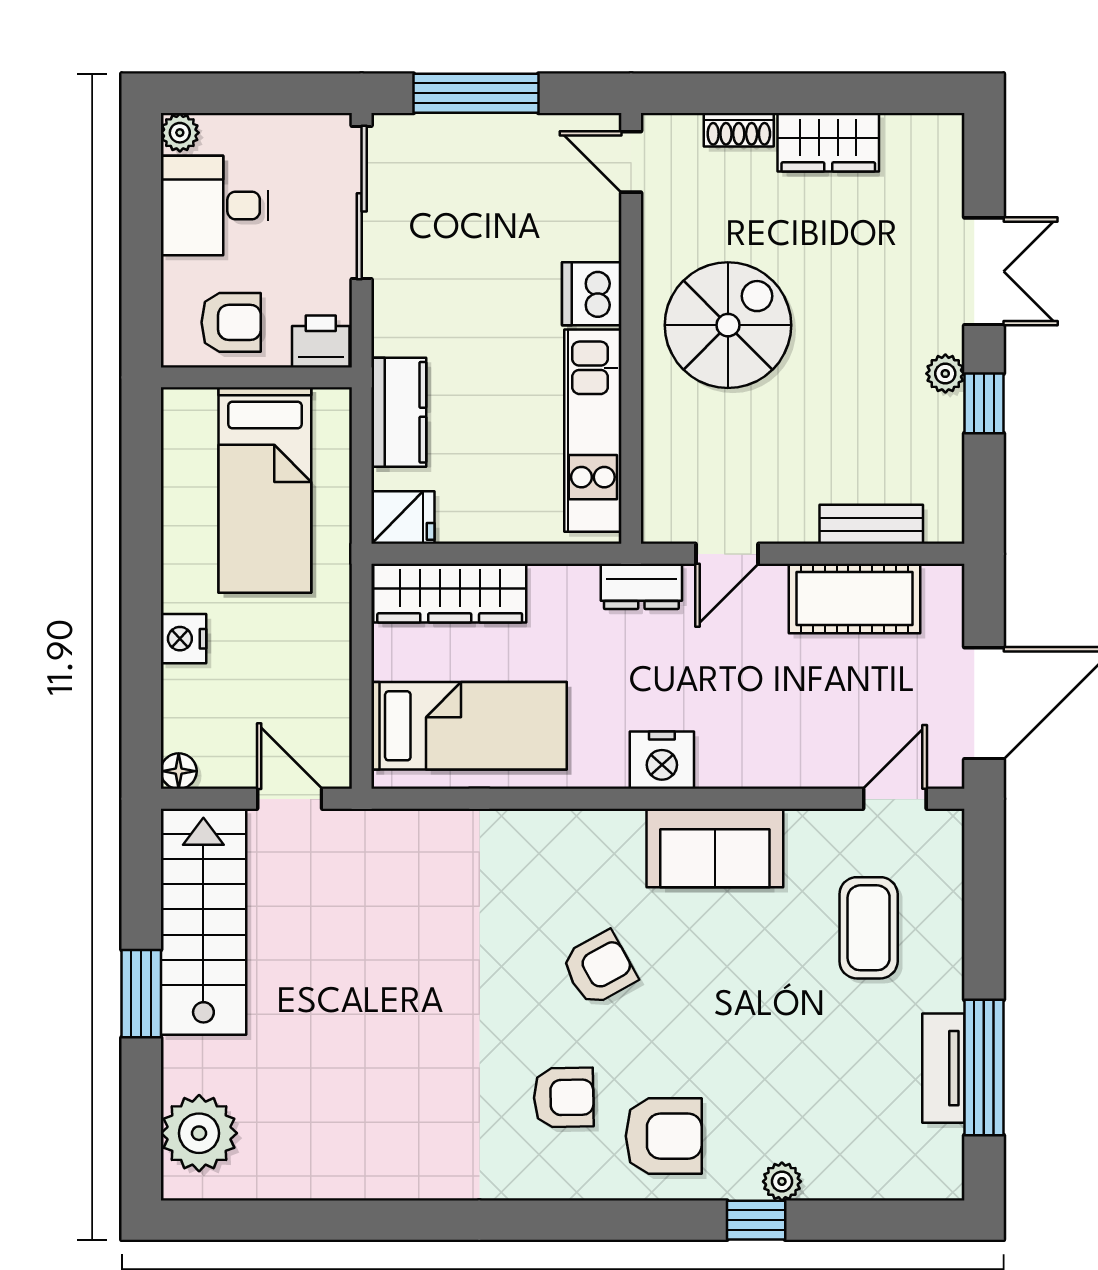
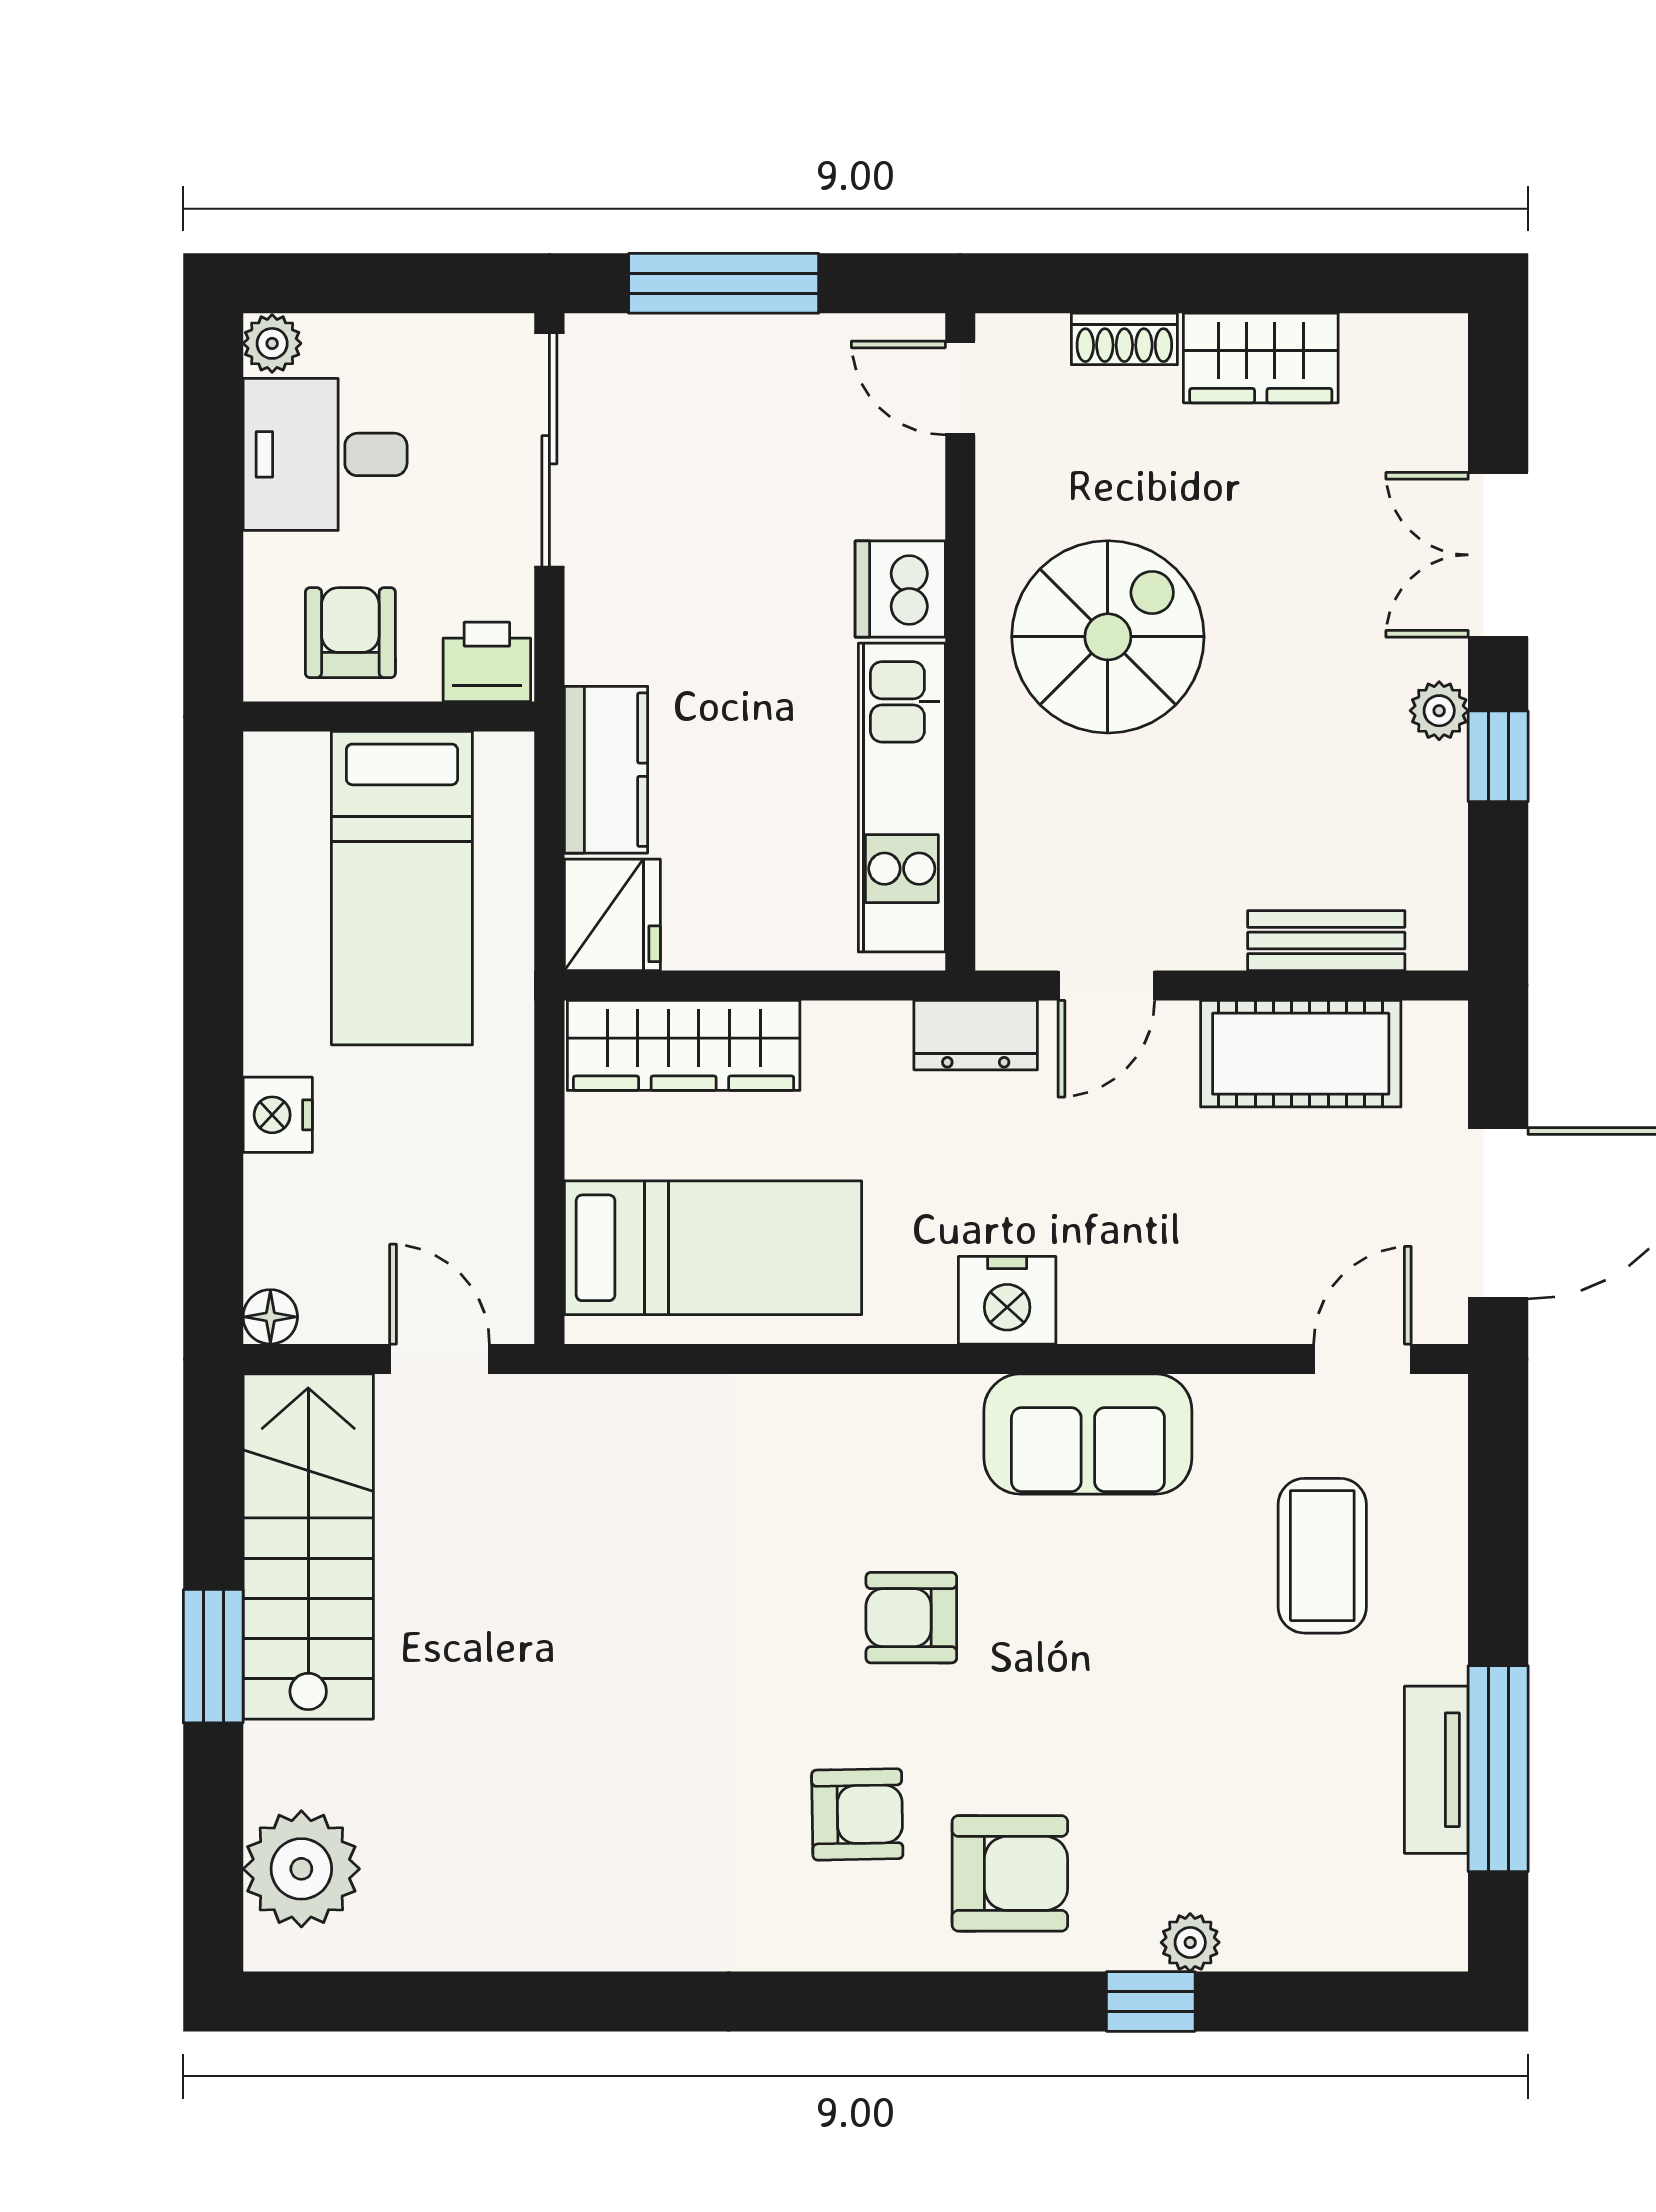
double door: (984, 271) -> (1498, 555), swing flipped
armchair: (231, 322) -> (350, 633), turned -90
fridge: (403, 518) -> (612, 915), width x1.38
armchair: (599, 968) -> (911, 1618), turned -151

